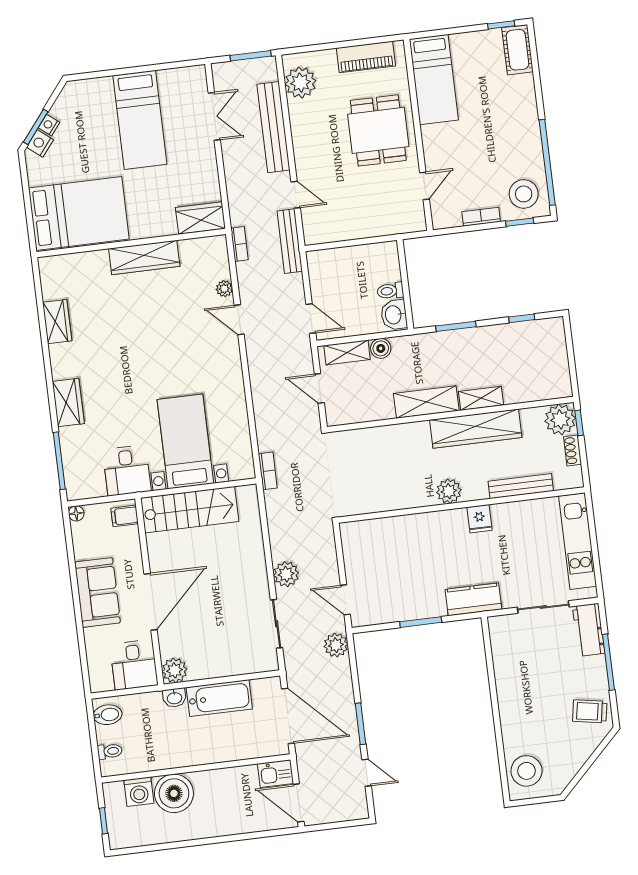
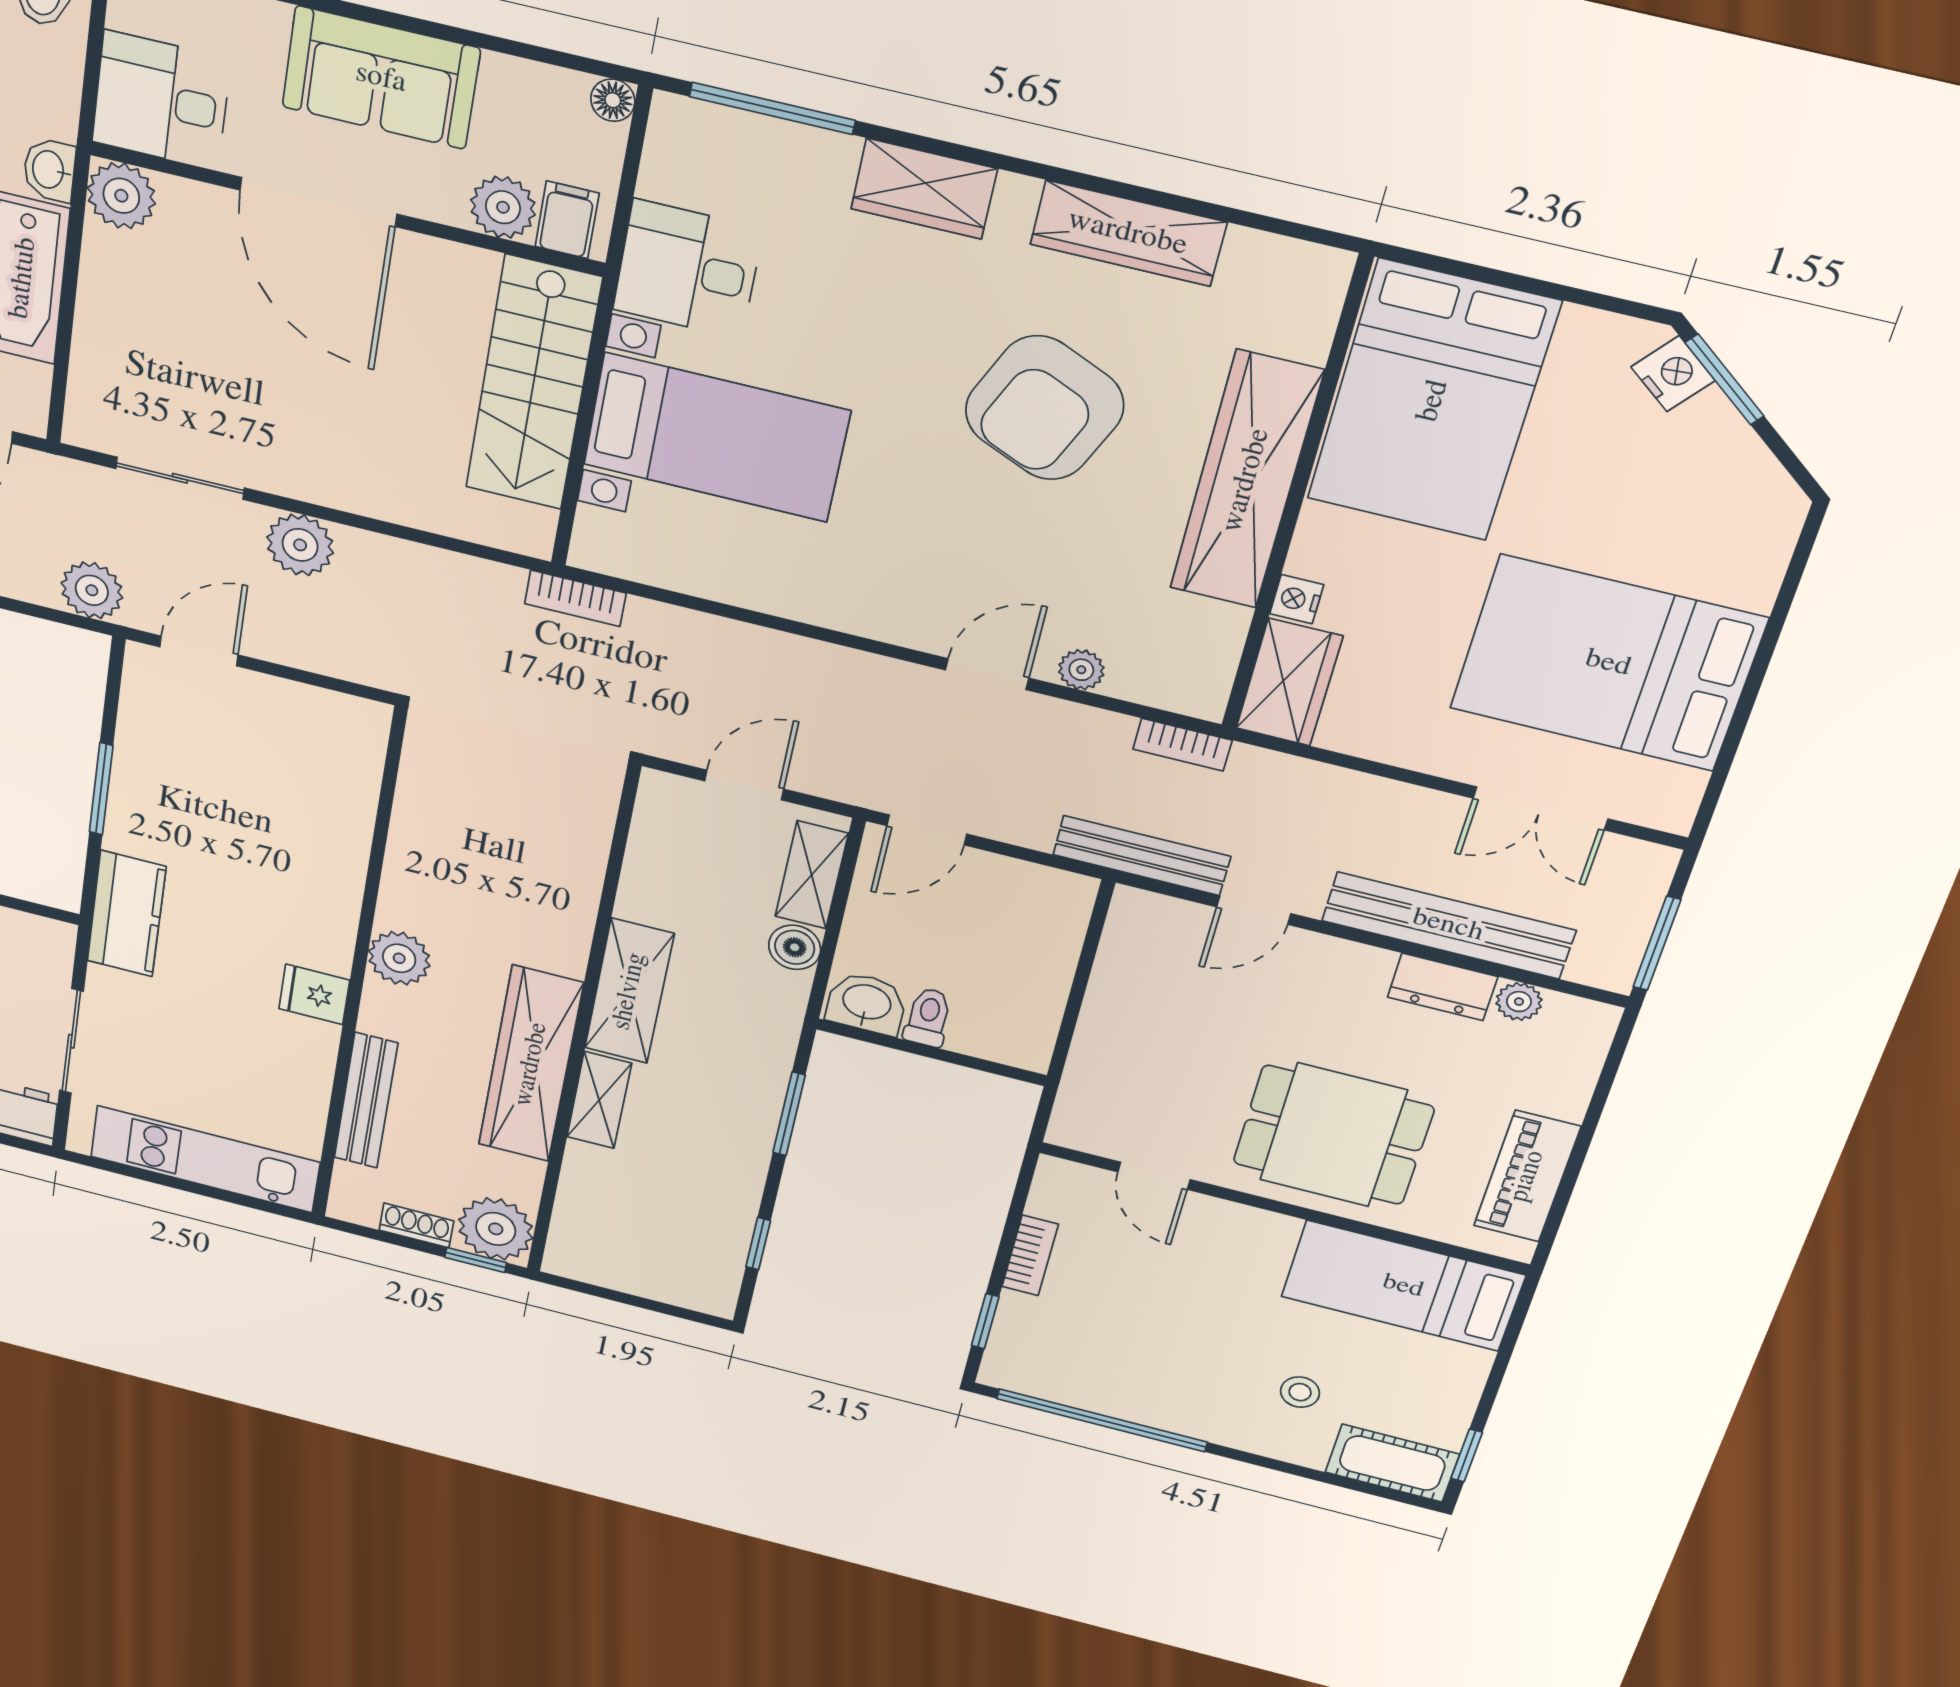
plant: (300, 83) -> (1519, 1002), width x0.53, depth x0.53
dresser: (299, 119) -> (1443, 987), added
bed: (140, 120) -> (1608, 663), width x1.50
nightstand: (49, 125) -> (1297, 599), moved, turned -128
stool: (524, 194) -> (1300, 1392), moved, width x0.53, depth x0.53
wardrobe: (144, 257) -> (1246, 480), width x1.40, depth x1.17
wardrobe: (57, 322) -> (1128, 233), width x1.50
armchair: (131, 336) -> (1044, 408), added
plant: (128, 539) -> (503, 207), added

